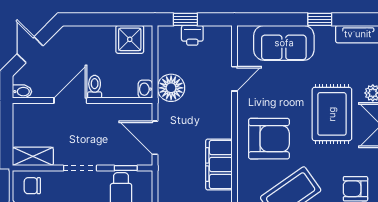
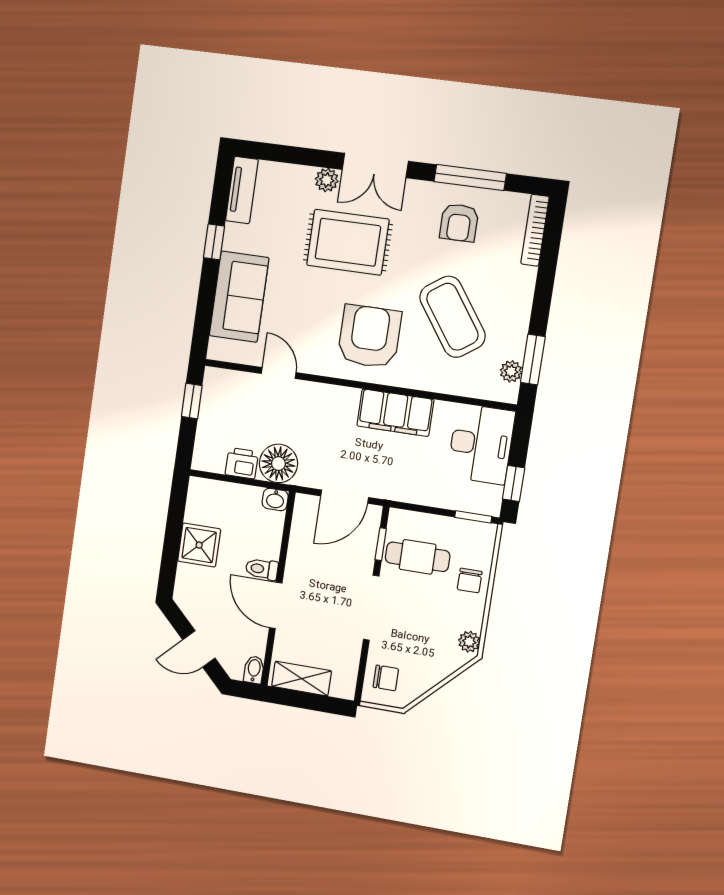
window: (185, 19) -> (192, 401), moved
printer: (192, 35) -> (242, 463), moved, turned -90
shower: (130, 39) -> (199, 545), moved
shelving: (33, 156) -> (302, 679), moved, turned 90
doorway: (80, 168) -> (371, 608), width x1.38
chair: (32, 186) -> (386, 678), turned -90

